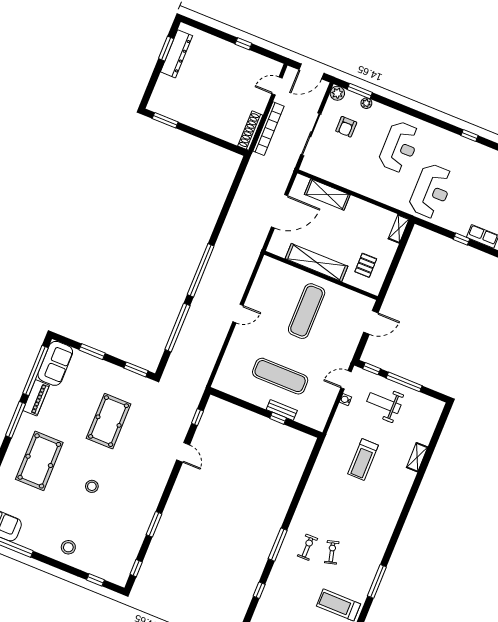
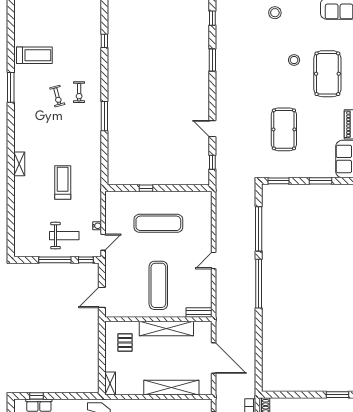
shelving: (327, 195) -> (171, 388), width x1.47
door: (280, 211) -> (214, 358), swing flipped
window: (461, 239) -> (37, 396), moved
bench: (282, 410) -> (199, 313), moved
shelving: (417, 457) -> (19, 164), moved
stool: (92, 486) -> (294, 60), moved
window: (278, 545) -> (104, 116), moved

